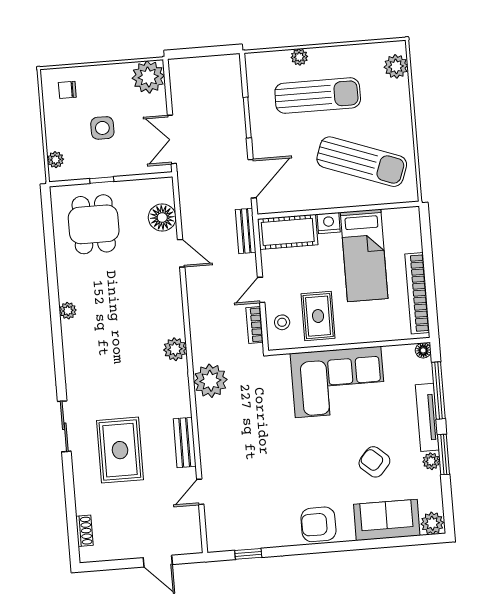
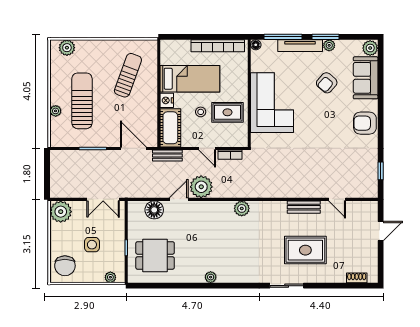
chair: (67, 90) -> (65, 266), width x1.87, depth x1.87
sun lounger: (362, 162) -> (128, 75), width x0.73, depth x0.75
stool: (282, 322) -> (201, 112), moved
plant: (210, 381) -> (201, 187), moved
armchair: (318, 524) -> (365, 123), turned 90

